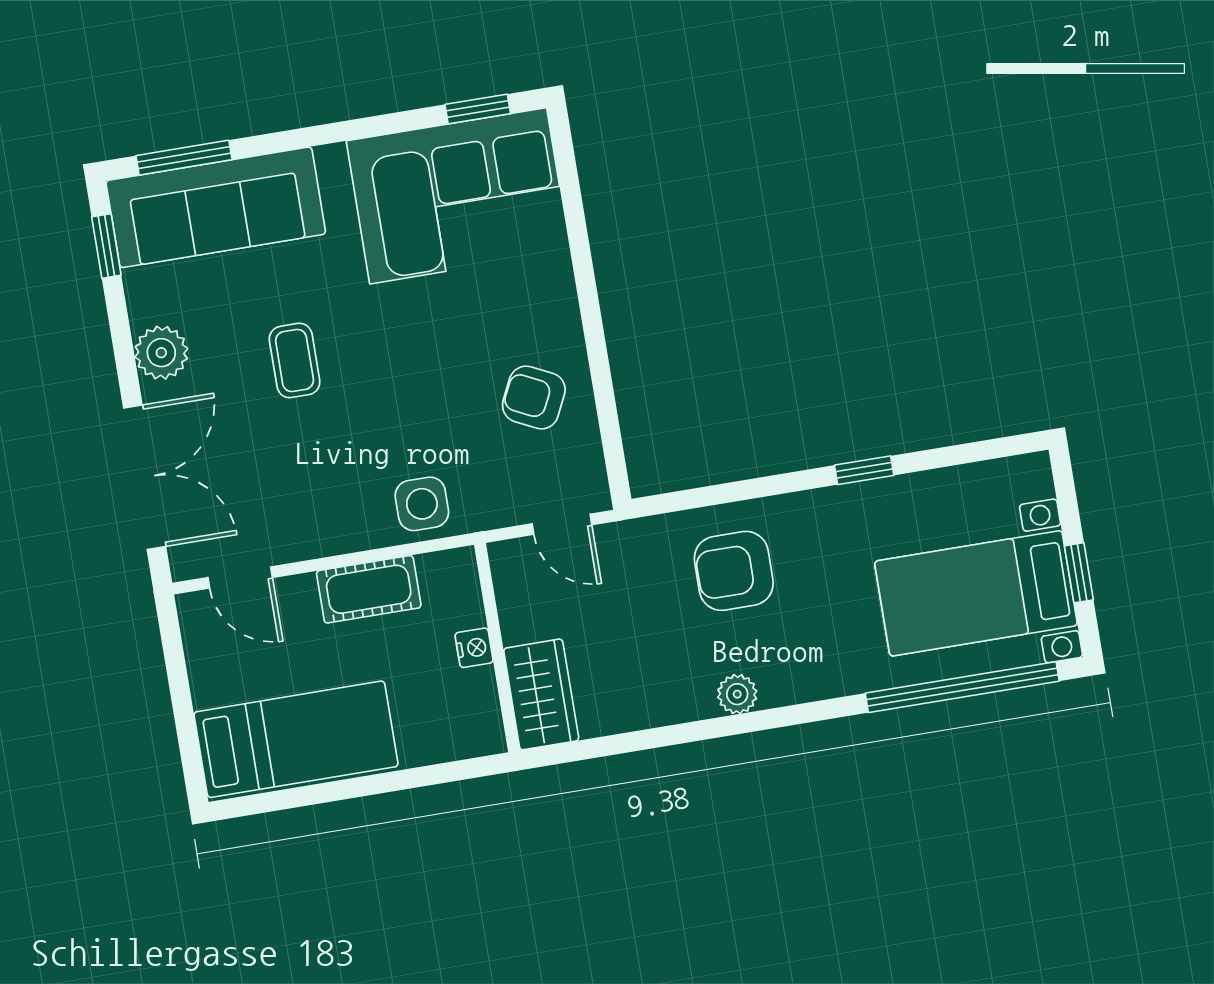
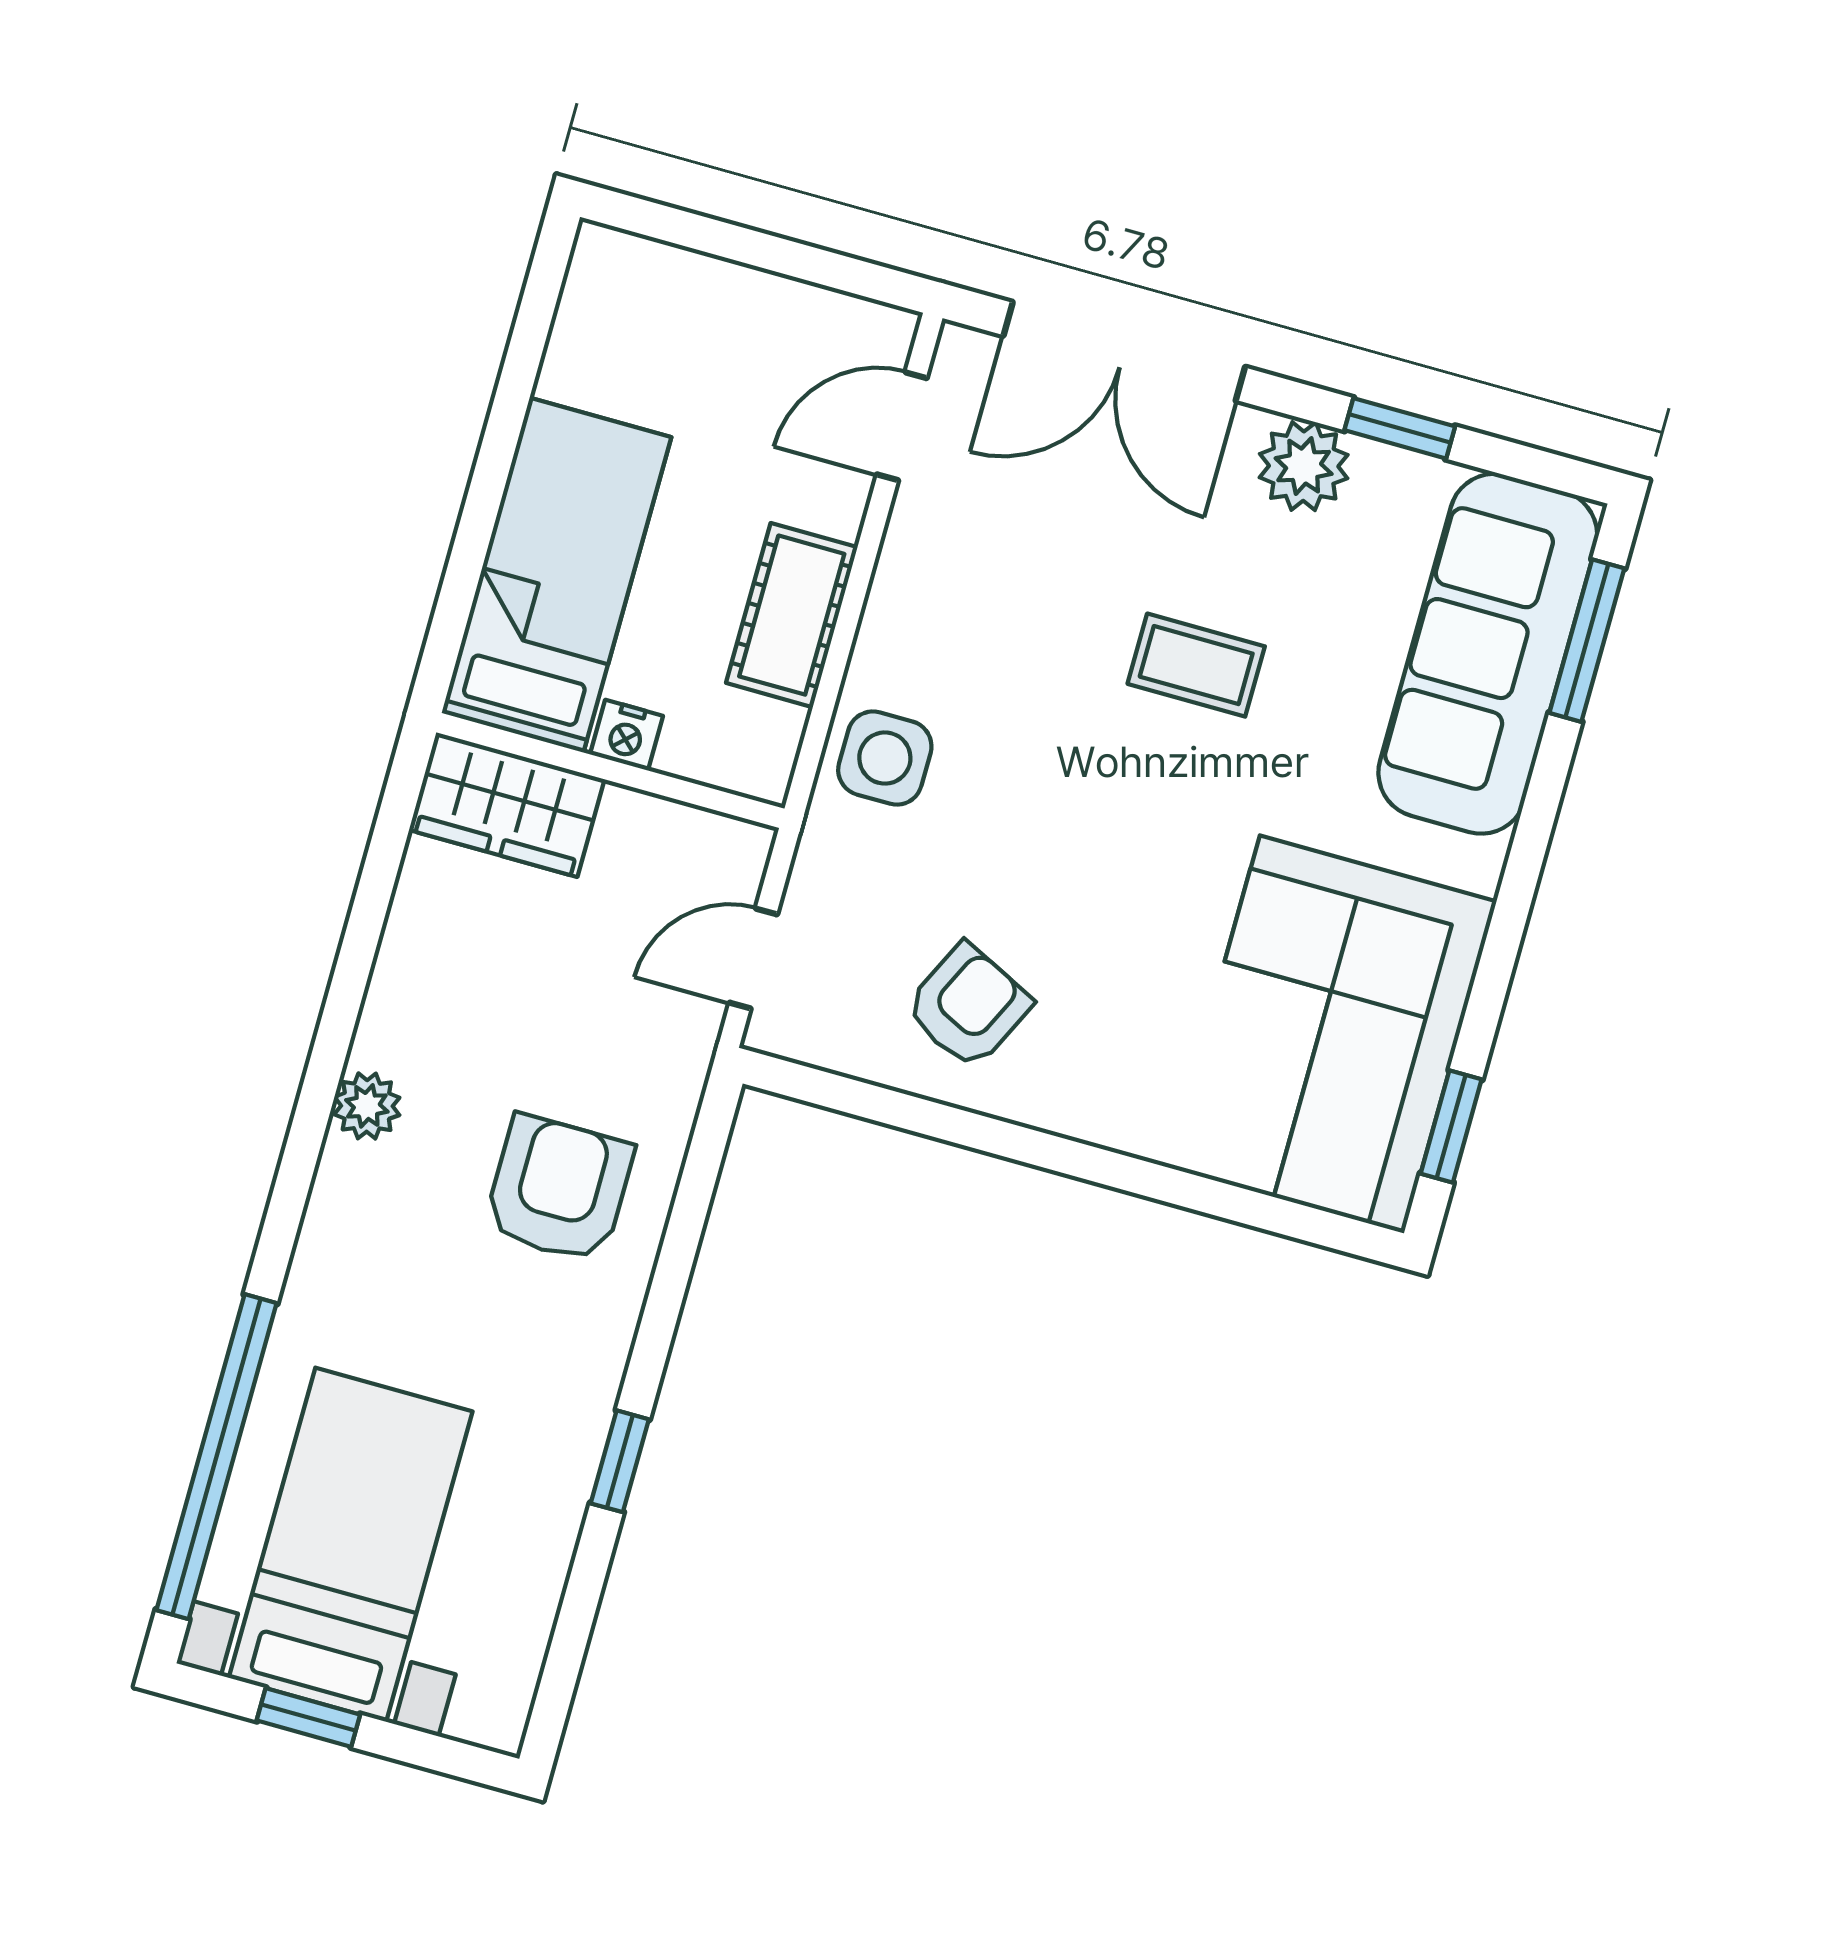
window: (106, 246) -> (1400, 428), moved
bed: (296, 739) -> (556, 575), moved, turned 180

